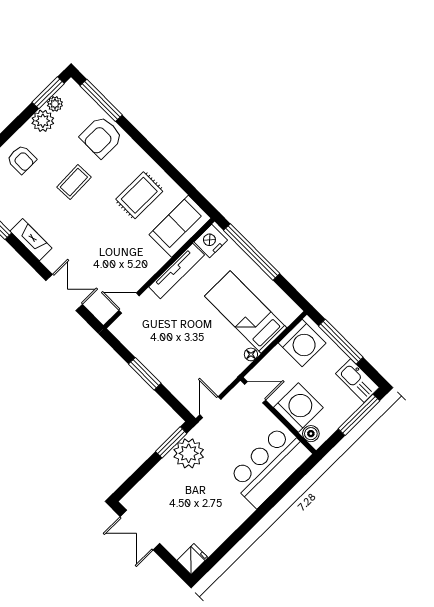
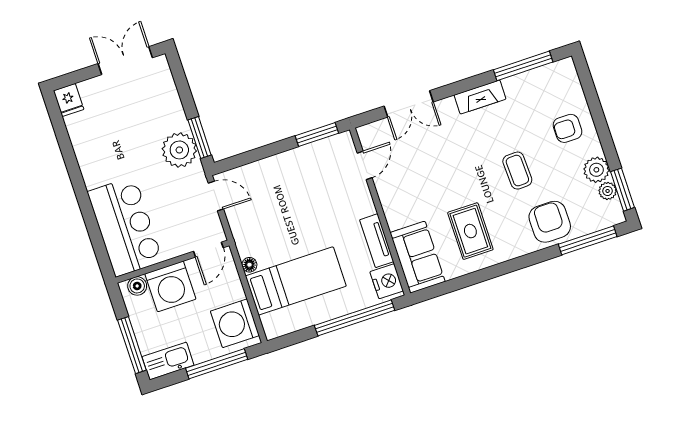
tv unit: (177, 271) -> (377, 241), width x0.71
window: (145, 374) -> (317, 134), moved

